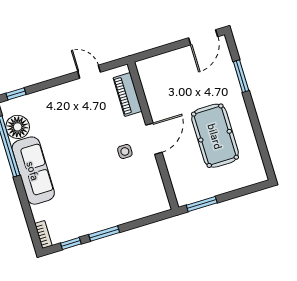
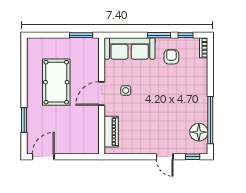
door: (89, 72) -> (165, 157), moved
sofa: (33, 171) -> (130, 48), moved, turned -90
armchair: (80, 211) -> (171, 57), added

